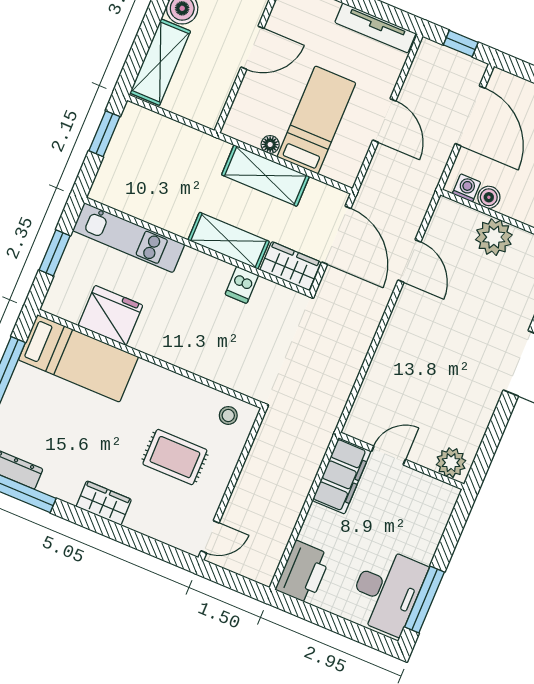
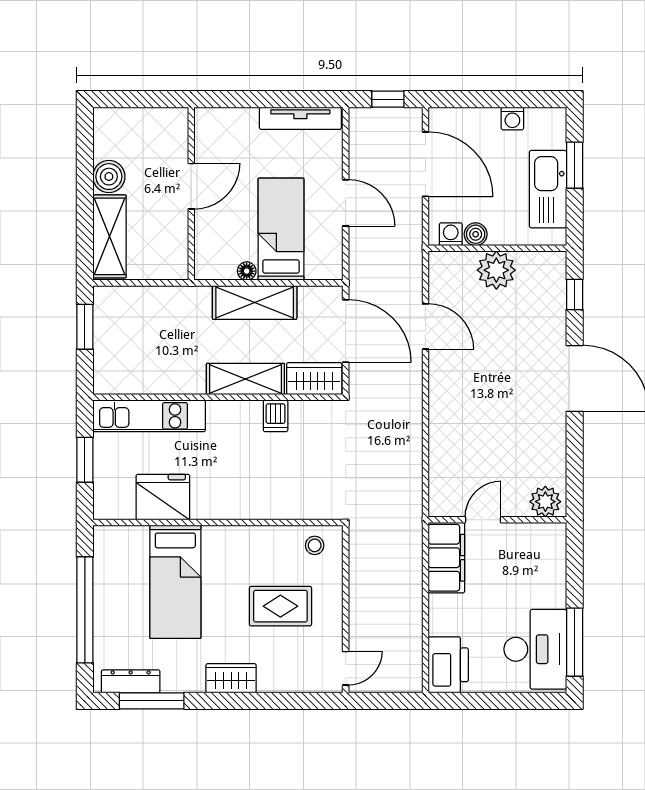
bed: (78, 358) -> (175, 582), moved, turned 90

